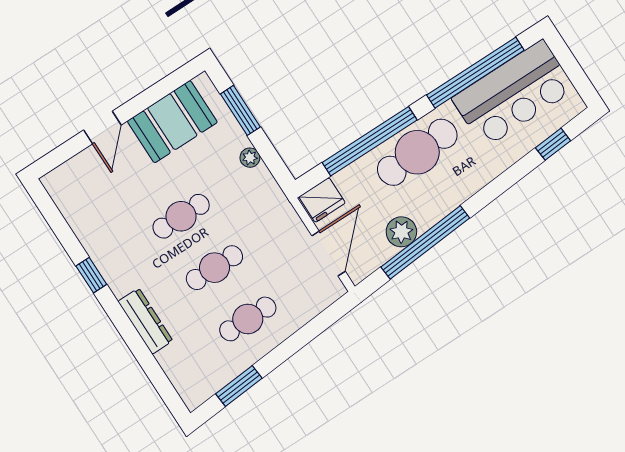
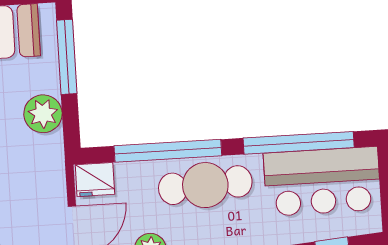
window: (240, 110) -> (67, 57), width x1.44
plant: (250, 158) -> (43, 114), width x1.88, depth x1.88

